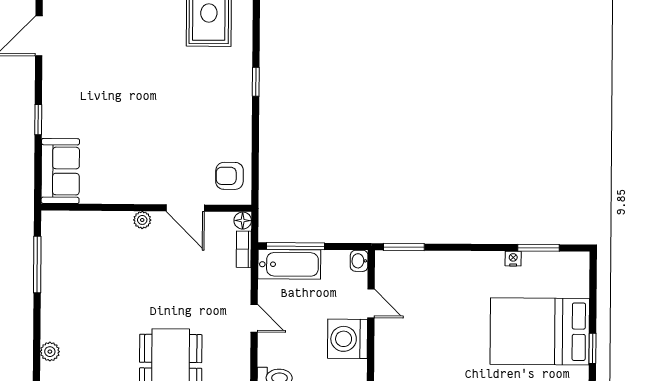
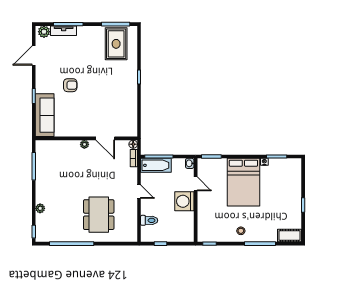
sofa: (60, 171) -> (45, 115), width x1.36
armchair: (229, 176) -> (70, 85), moved, turned 180
bed: (540, 331) -> (243, 182), moved, turned -90

